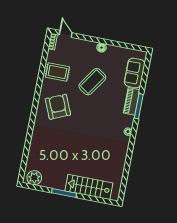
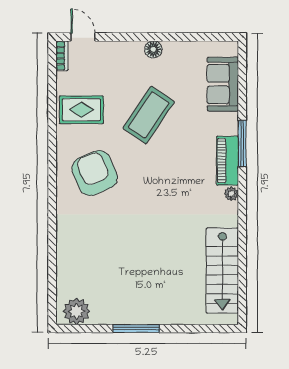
piano: (132, 101) -> (227, 161), moved
stairs: (89, 187) -> (222, 271), moved, turned -90

